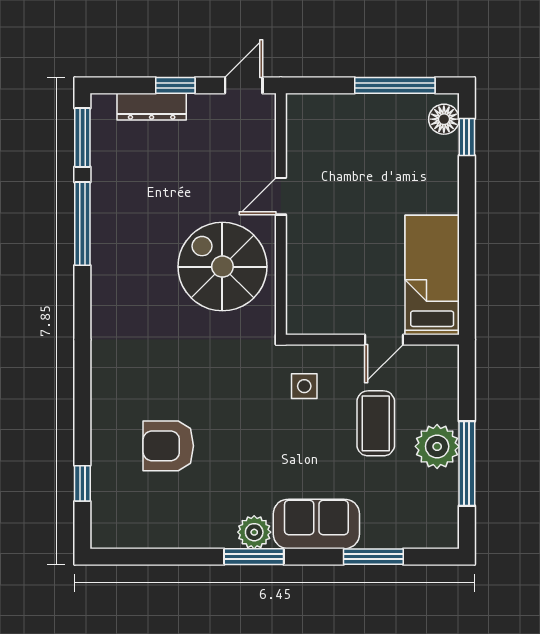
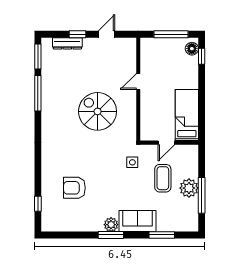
door: (281, 196) -> (138, 81), moved
wall: (281, 214) -> (138, 89), moved

